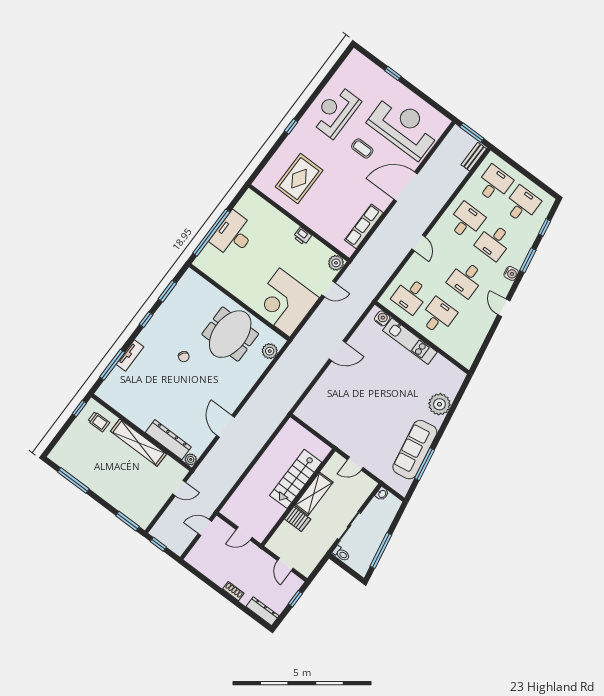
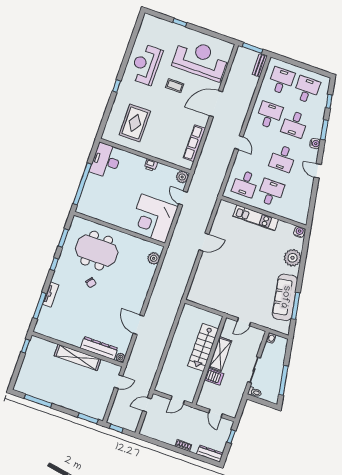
desk: (233, 235) -> (106, 161), moved
door: (329, 289) -> (183, 198), swing flipped
water cooler: (382, 318) -> (299, 232), moved
meeting table: (230, 334) -> (97, 251), moved, turned 90
trolley: (99, 422) -> (43, 351), removed

